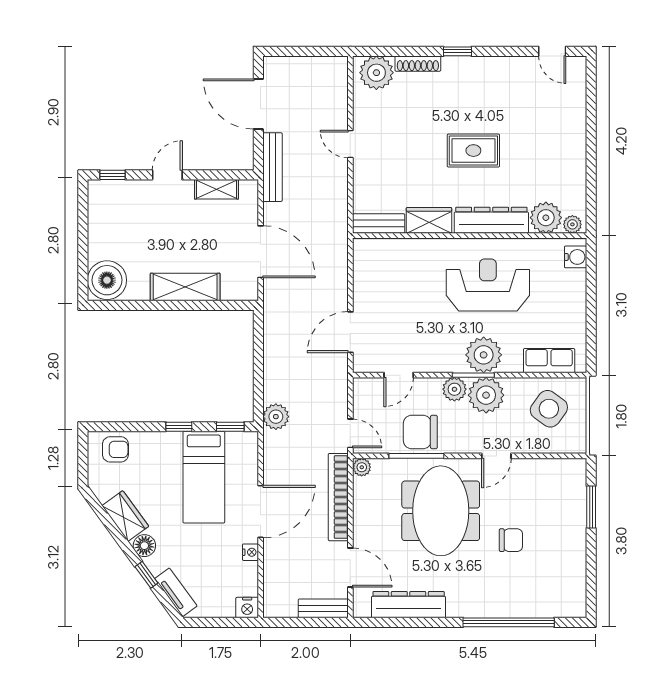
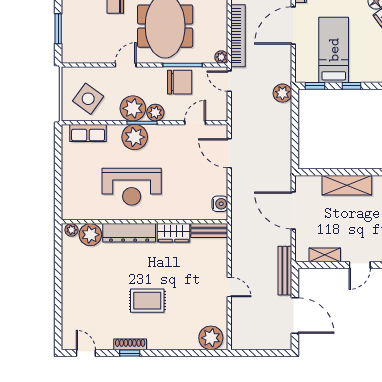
window: (457, 51) -> (130, 353), moved
shoe rack: (418, 64) -> (130, 344), moved
rug: (473, 151) -> (147, 301), moved
water cooler: (576, 257) -> (220, 204), moved, turned 180
door: (350, 332) -> (229, 153), swing flipped

